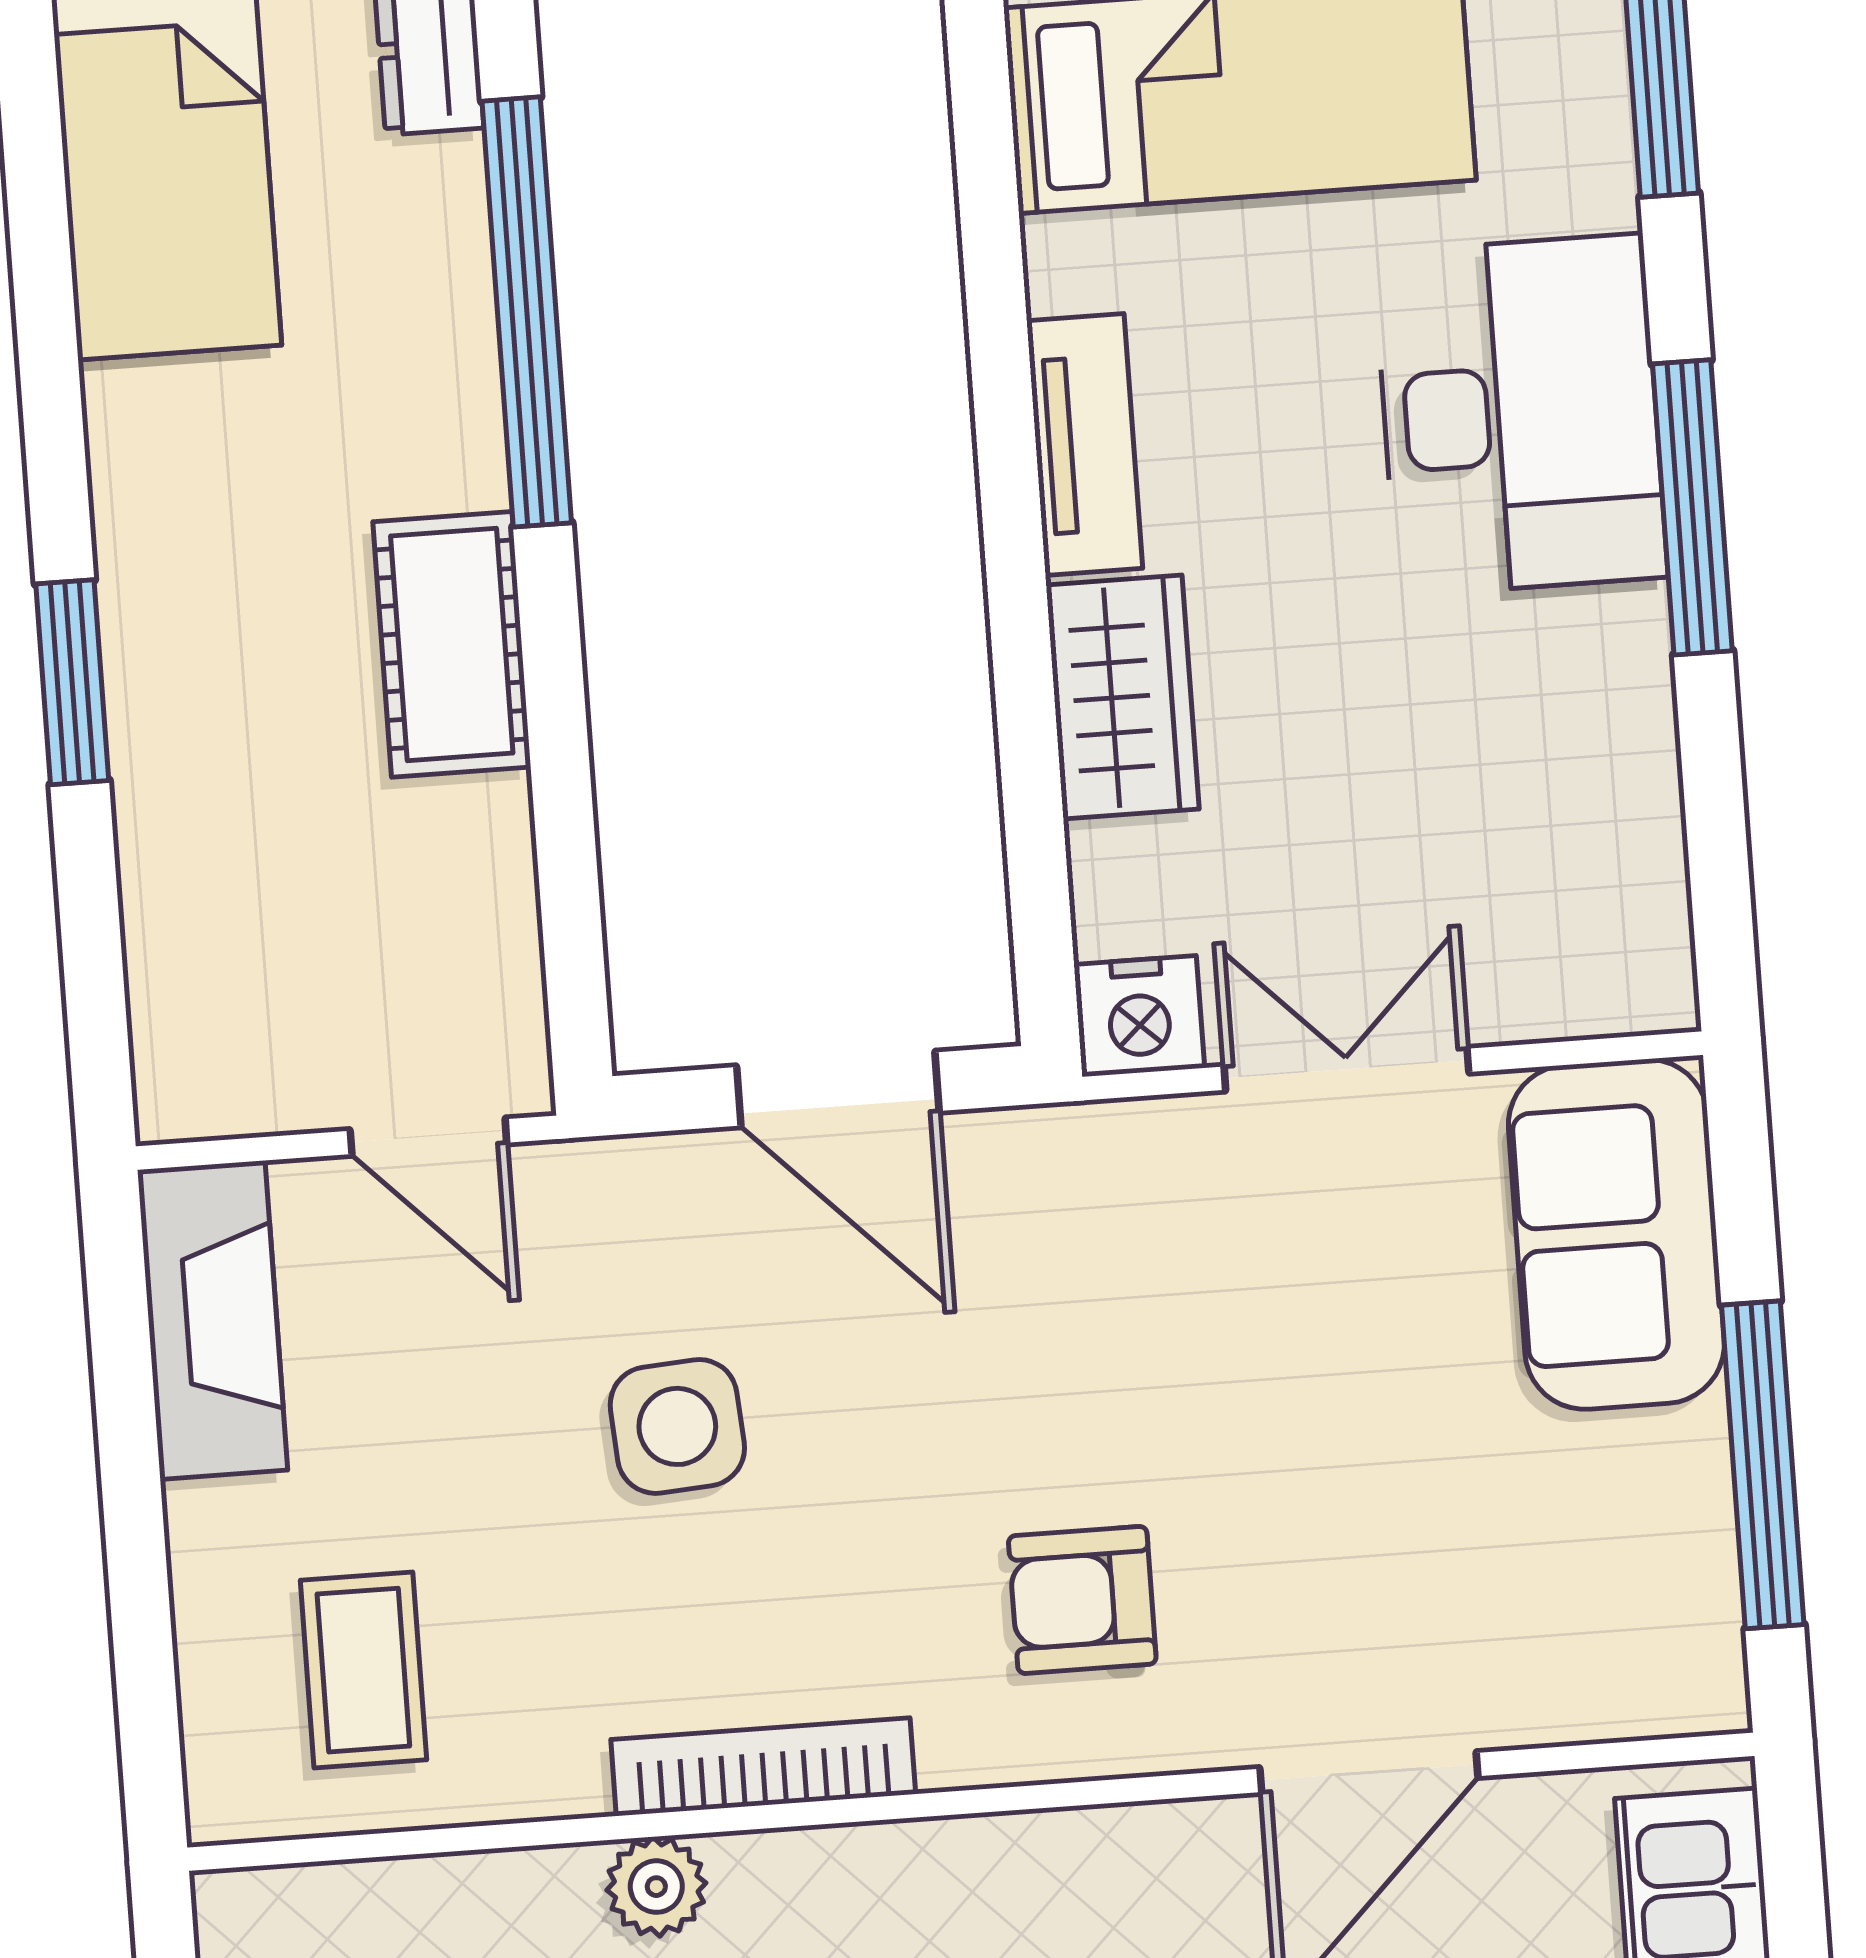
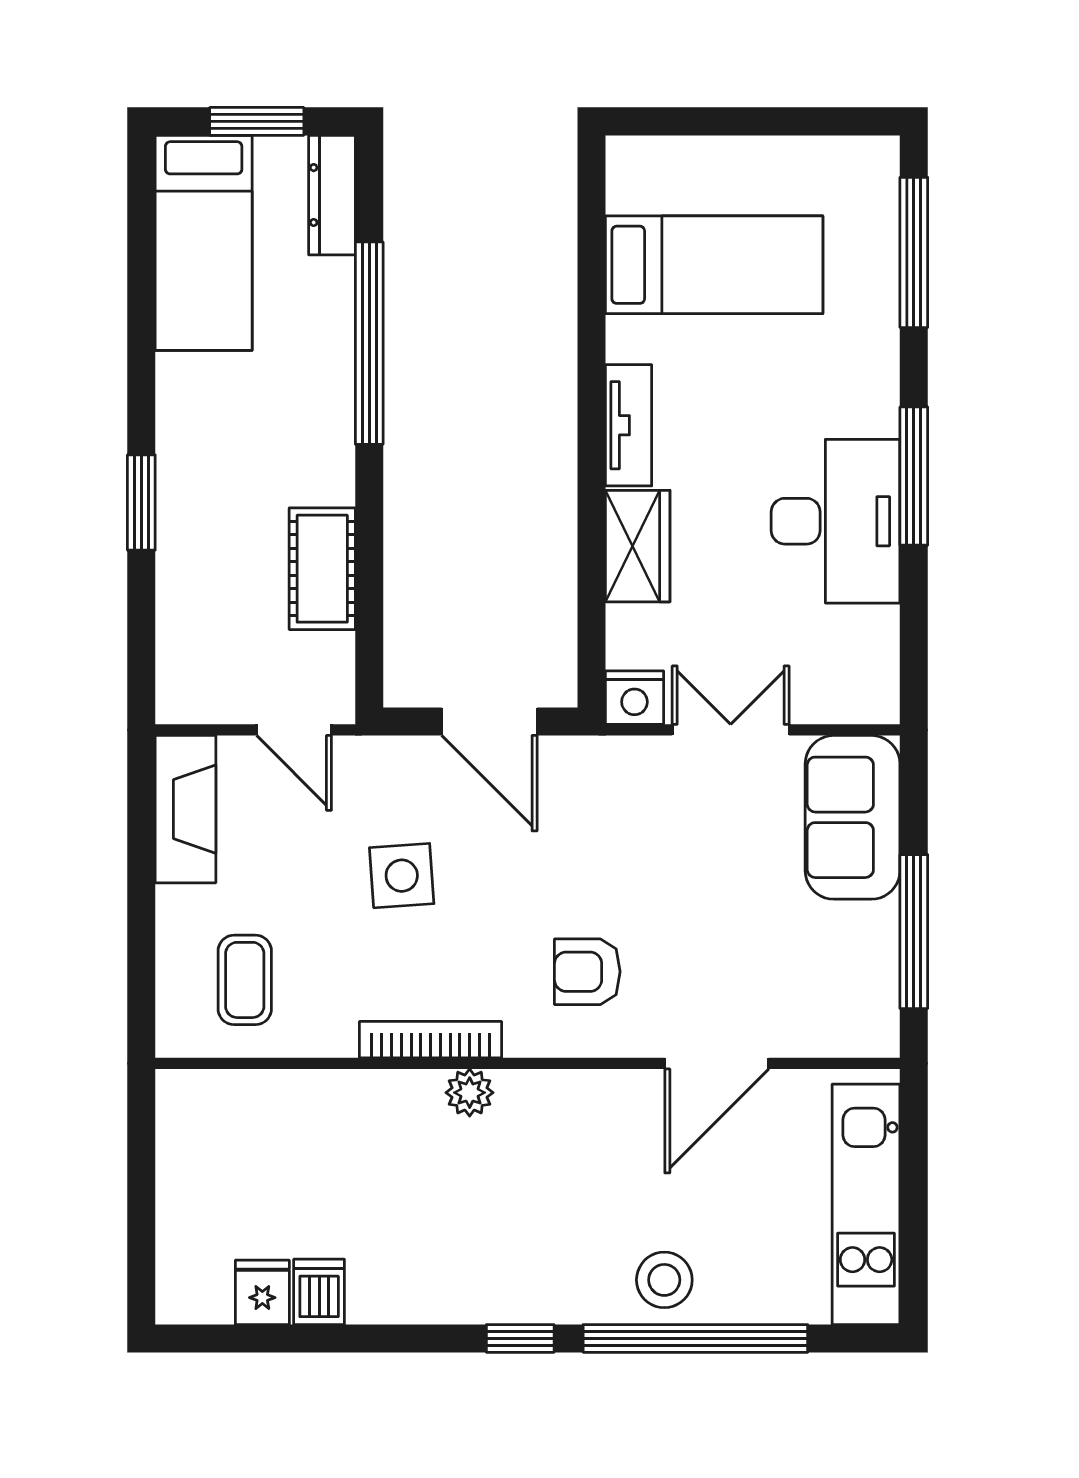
desk: (1520, 415) -> (836, 521), moved
cot: (452, 644) -> (322, 569), moved
plant: (656, 1887) -> (470, 1093), moved

